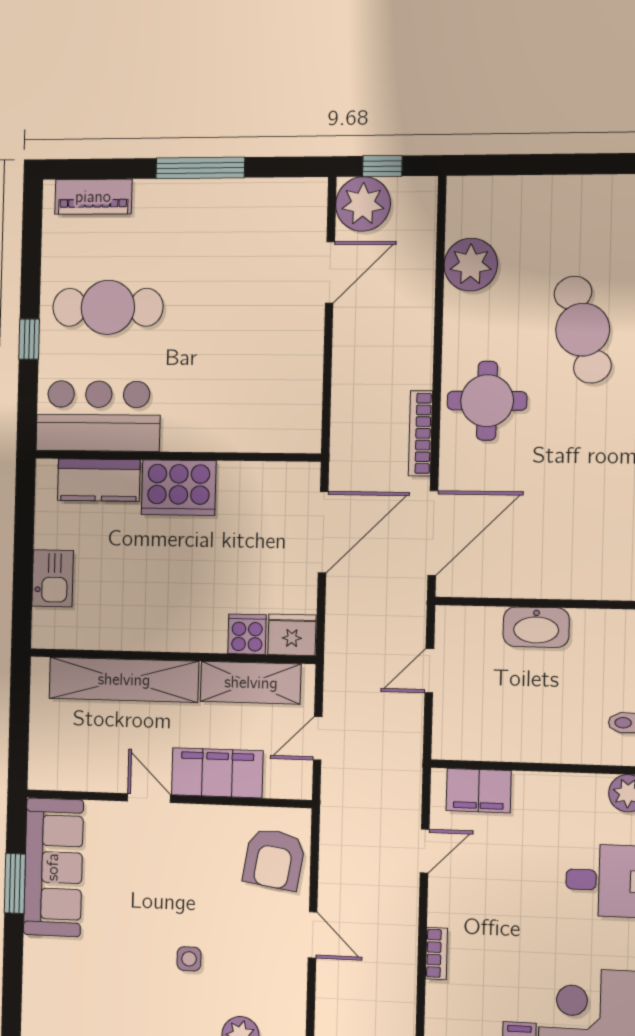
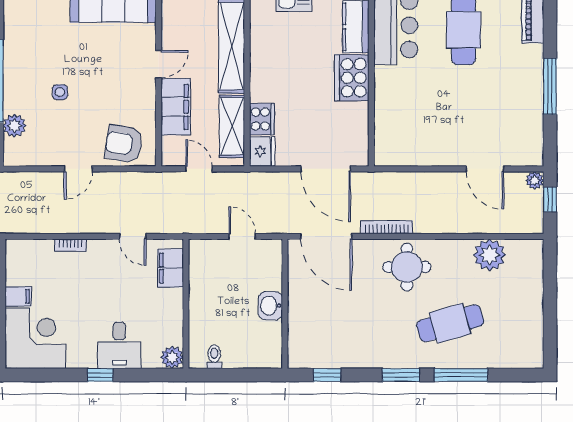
plant: (363, 204) -> (535, 180), width x0.53, depth x0.53
washbasin: (536, 627) -> (270, 306), width x0.72
cooker: (247, 634) -> (262, 119), width x1.36

